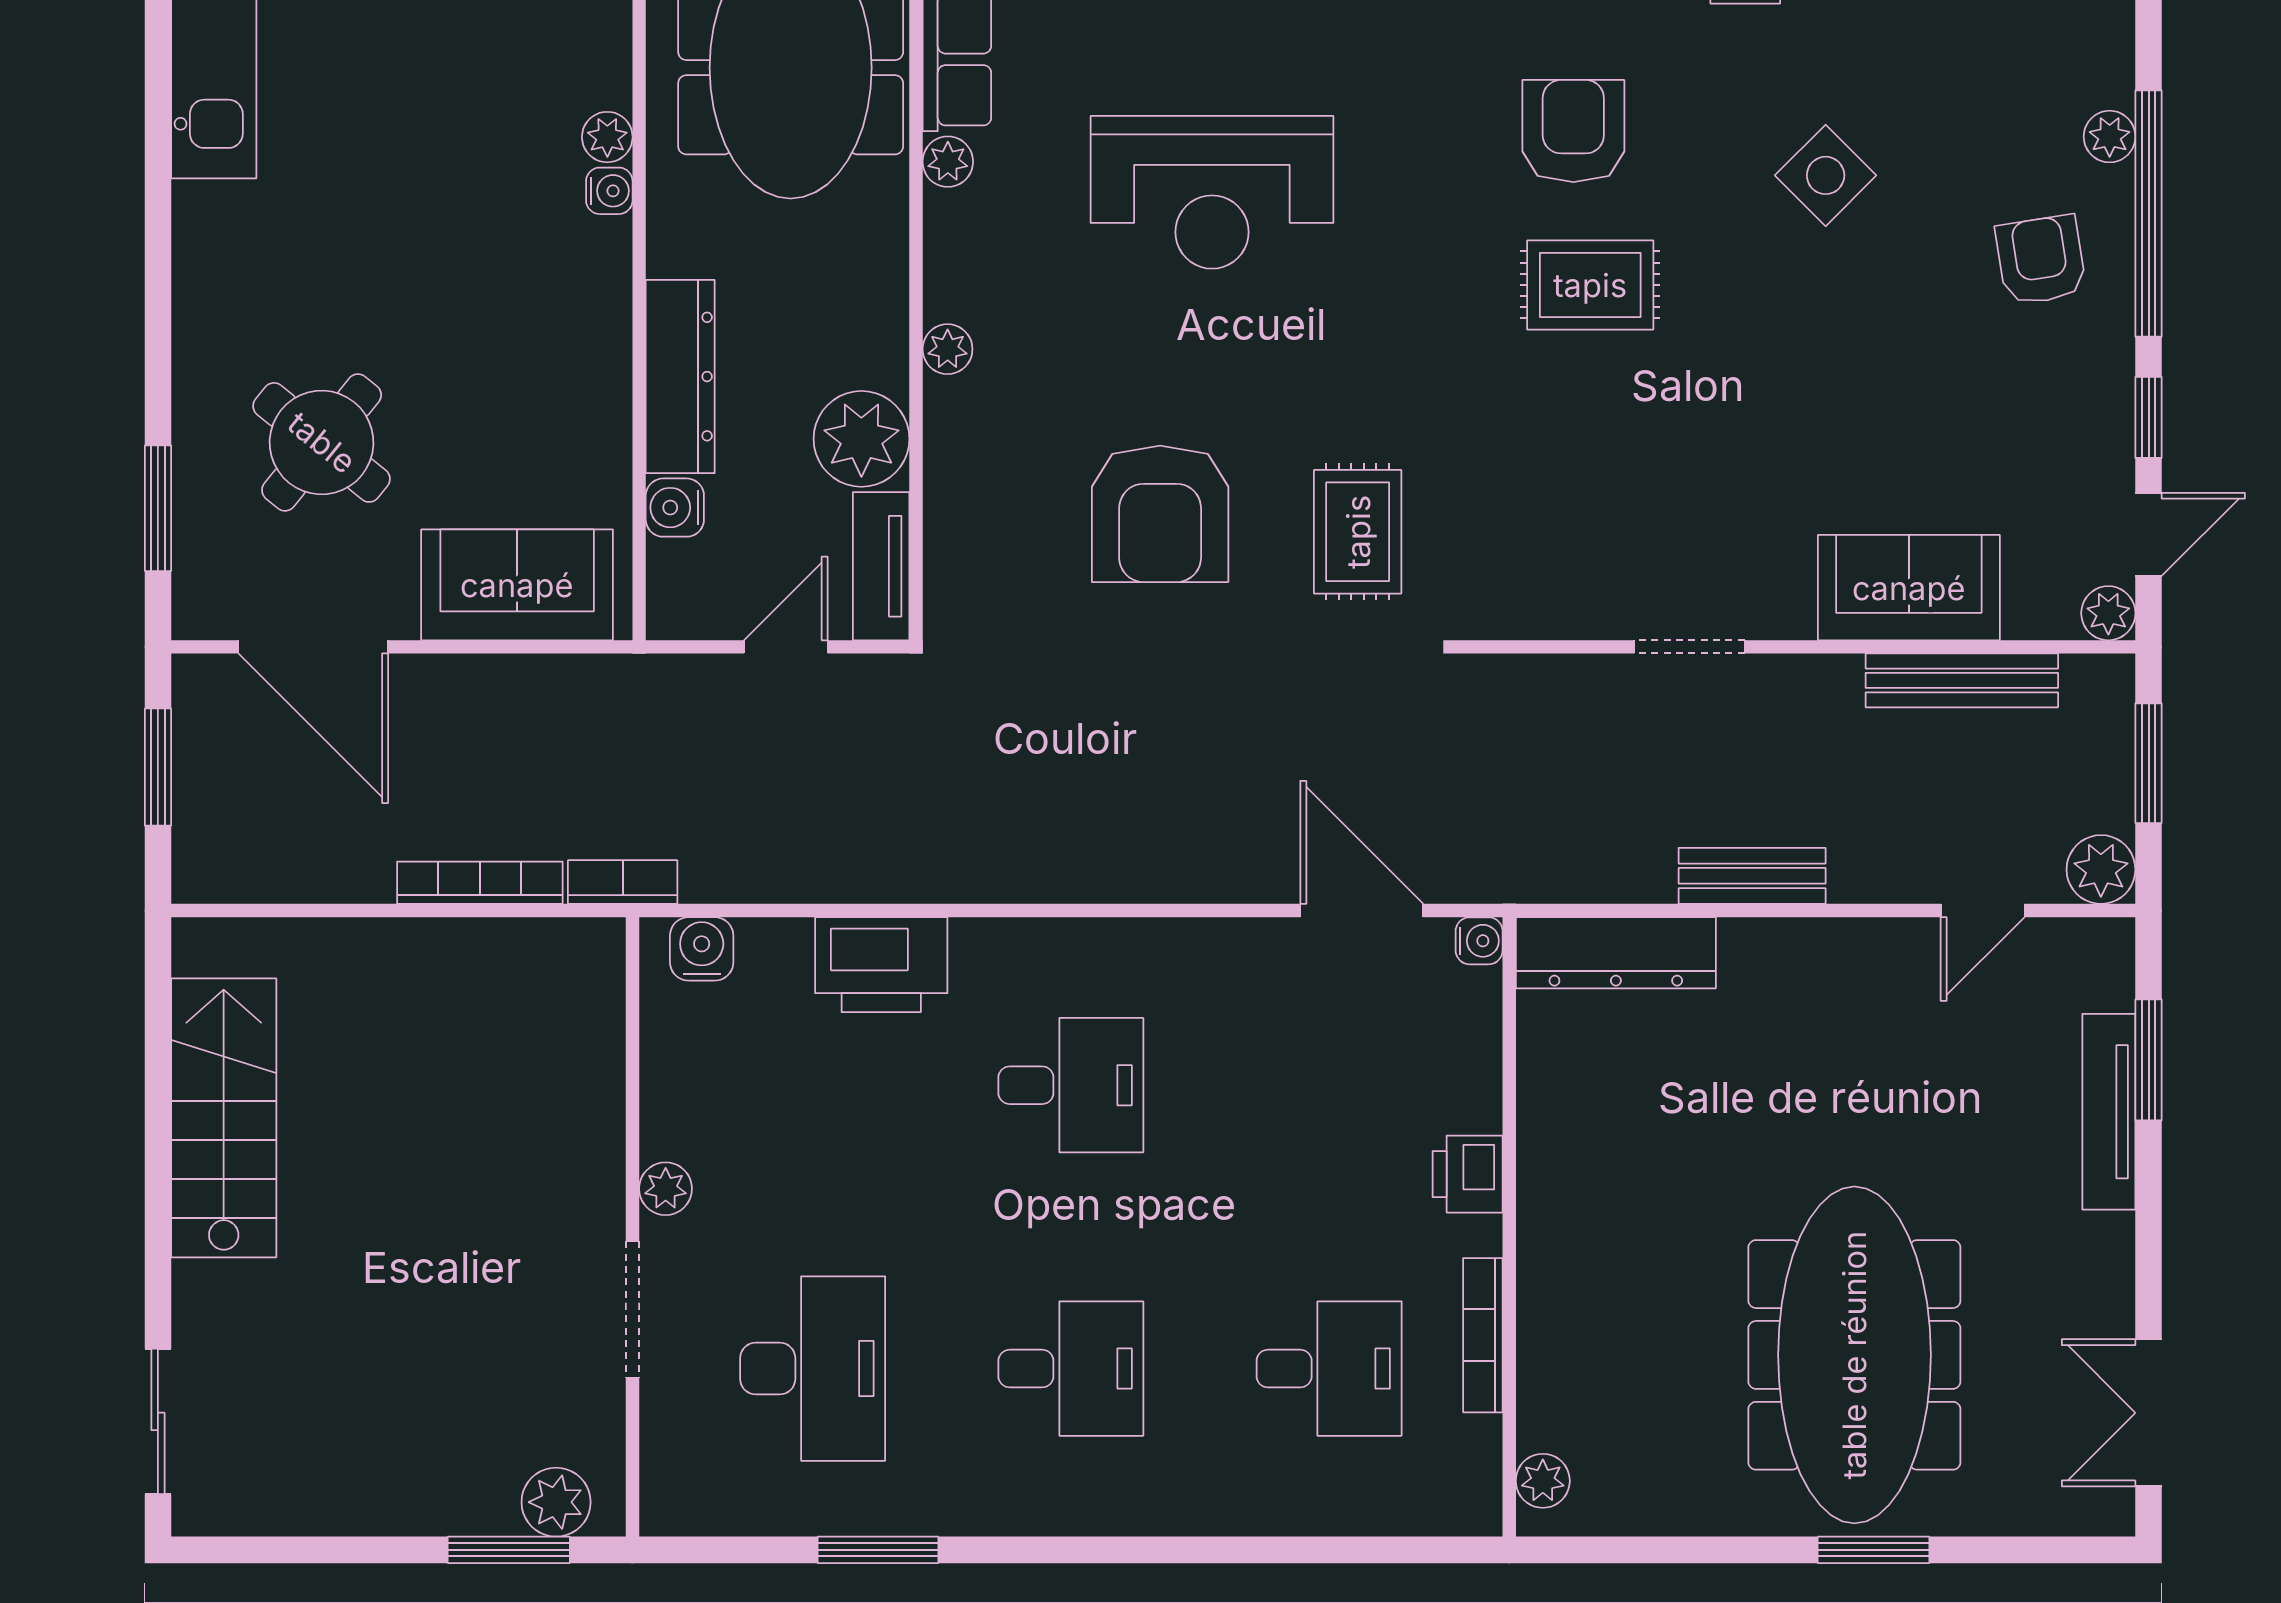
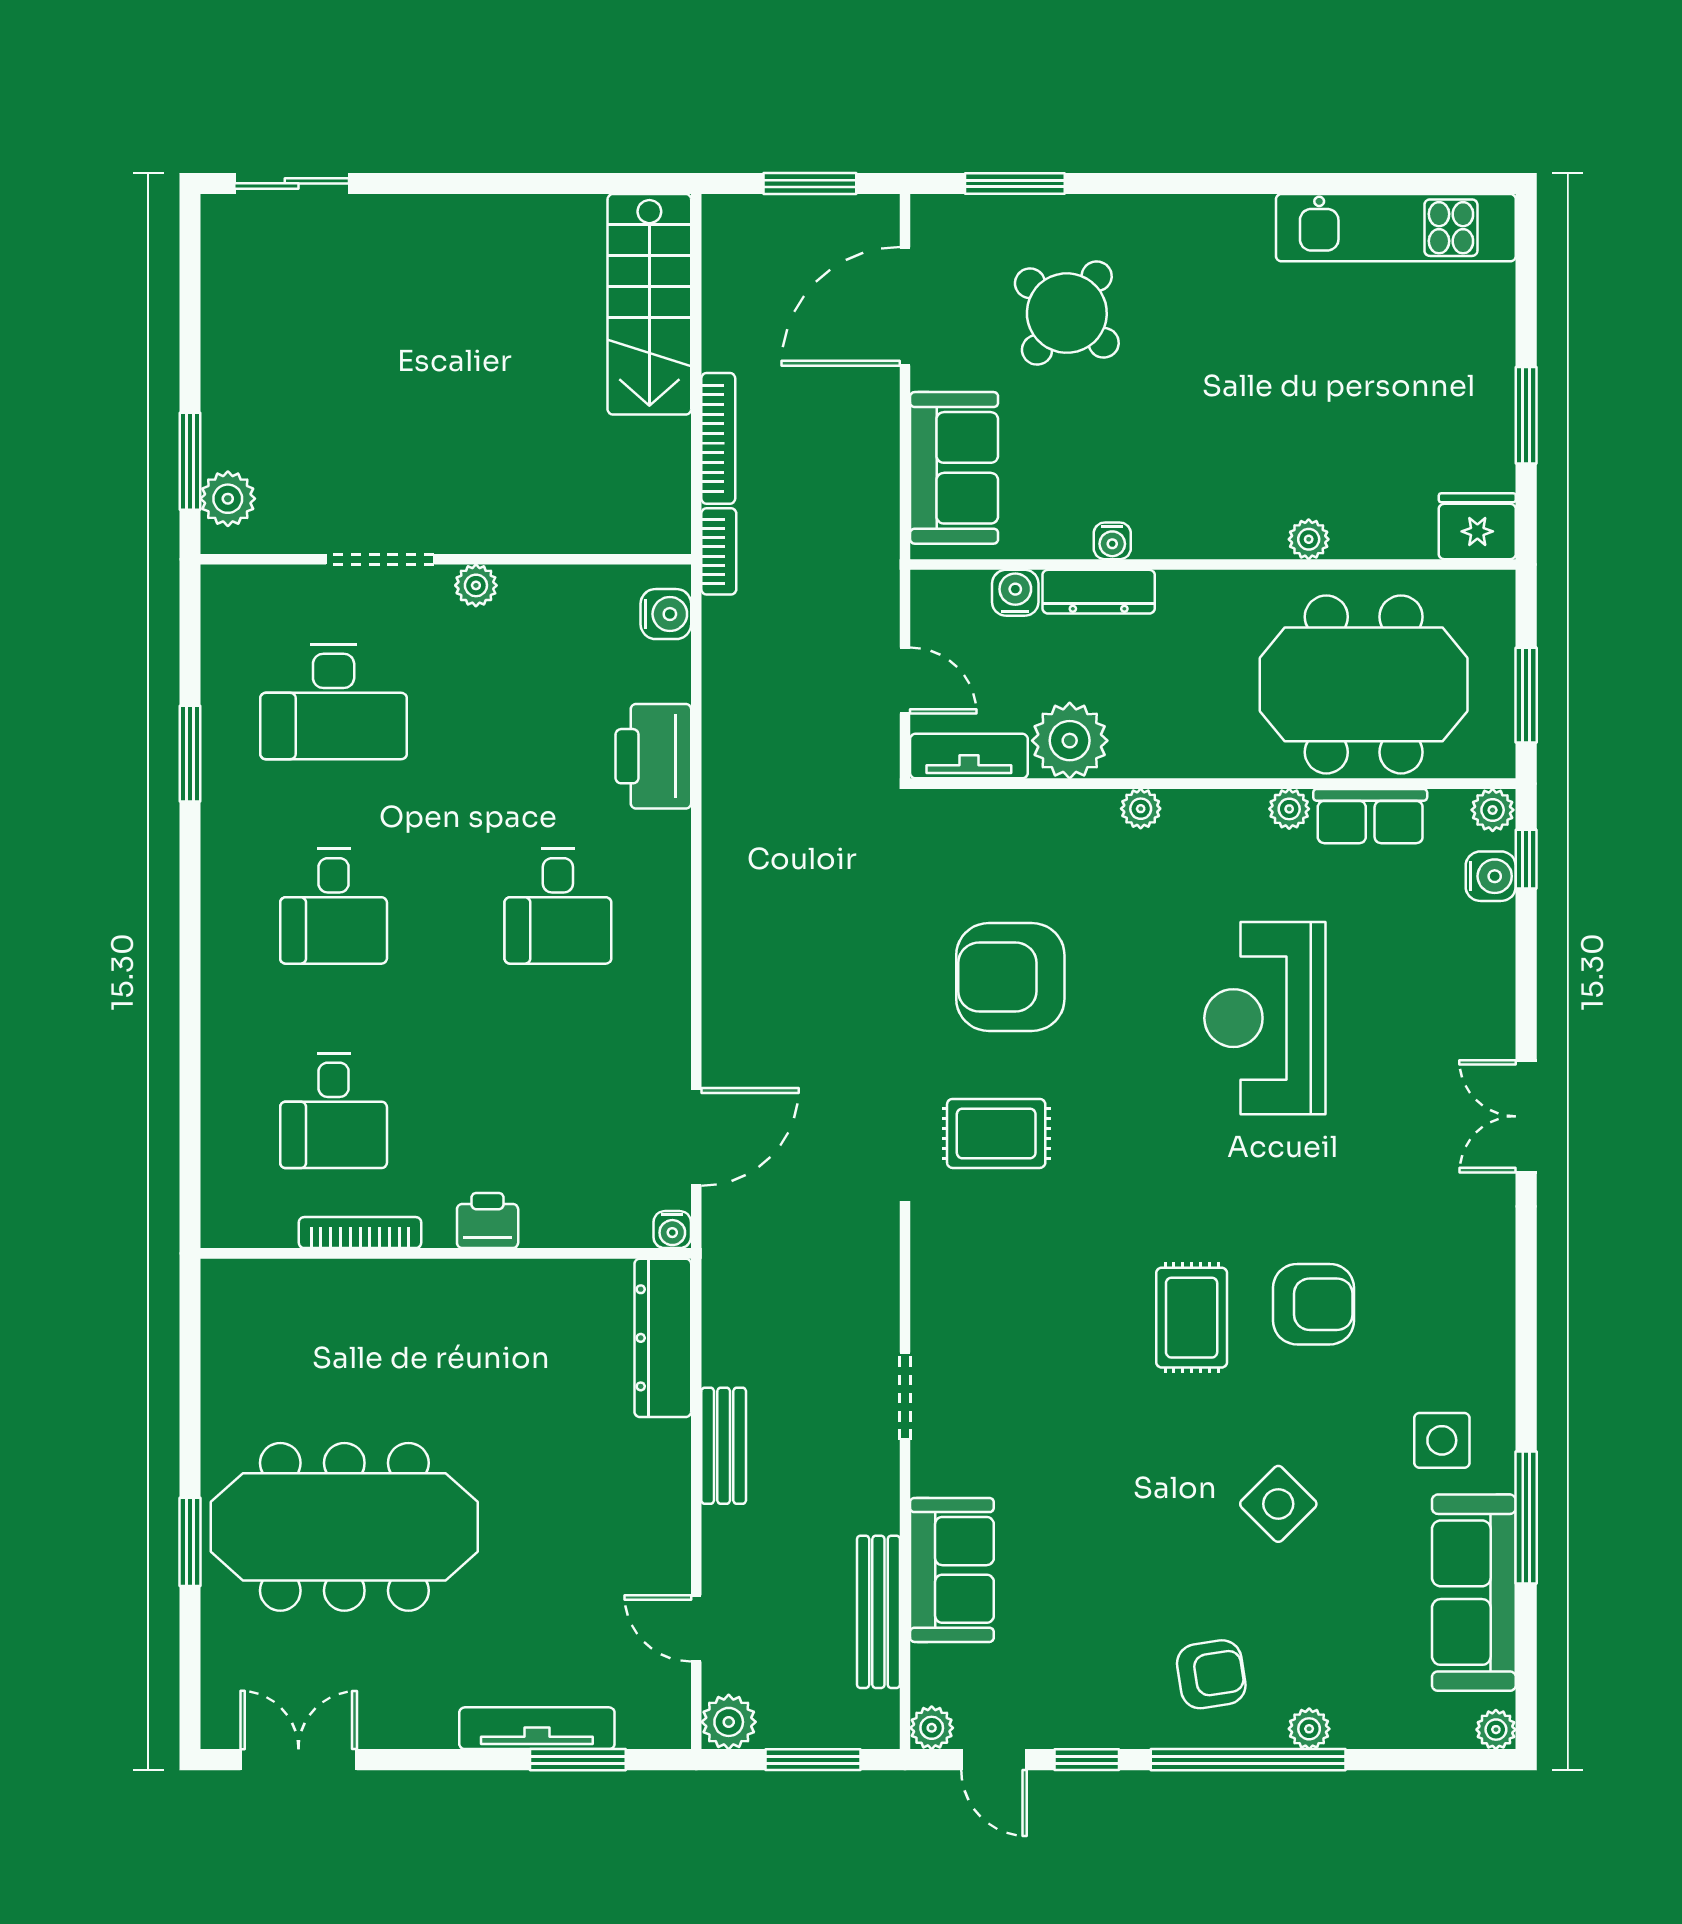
water cooler: (609, 191) -> (1112, 541), moved
dresser: (680, 377) -> (1099, 592), width x0.73, depth x0.80
stairs: (224, 1118) -> (649, 304), moved, turned 90
plant: (1543, 1481) -> (245, 1280), removed

